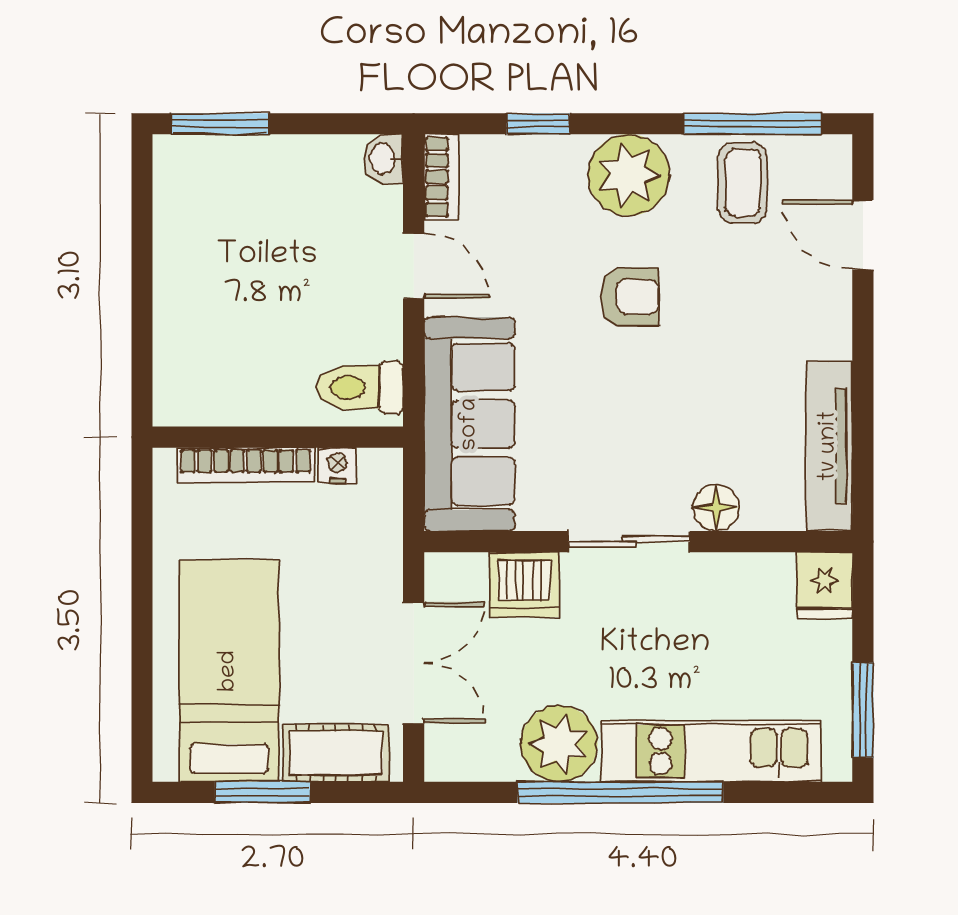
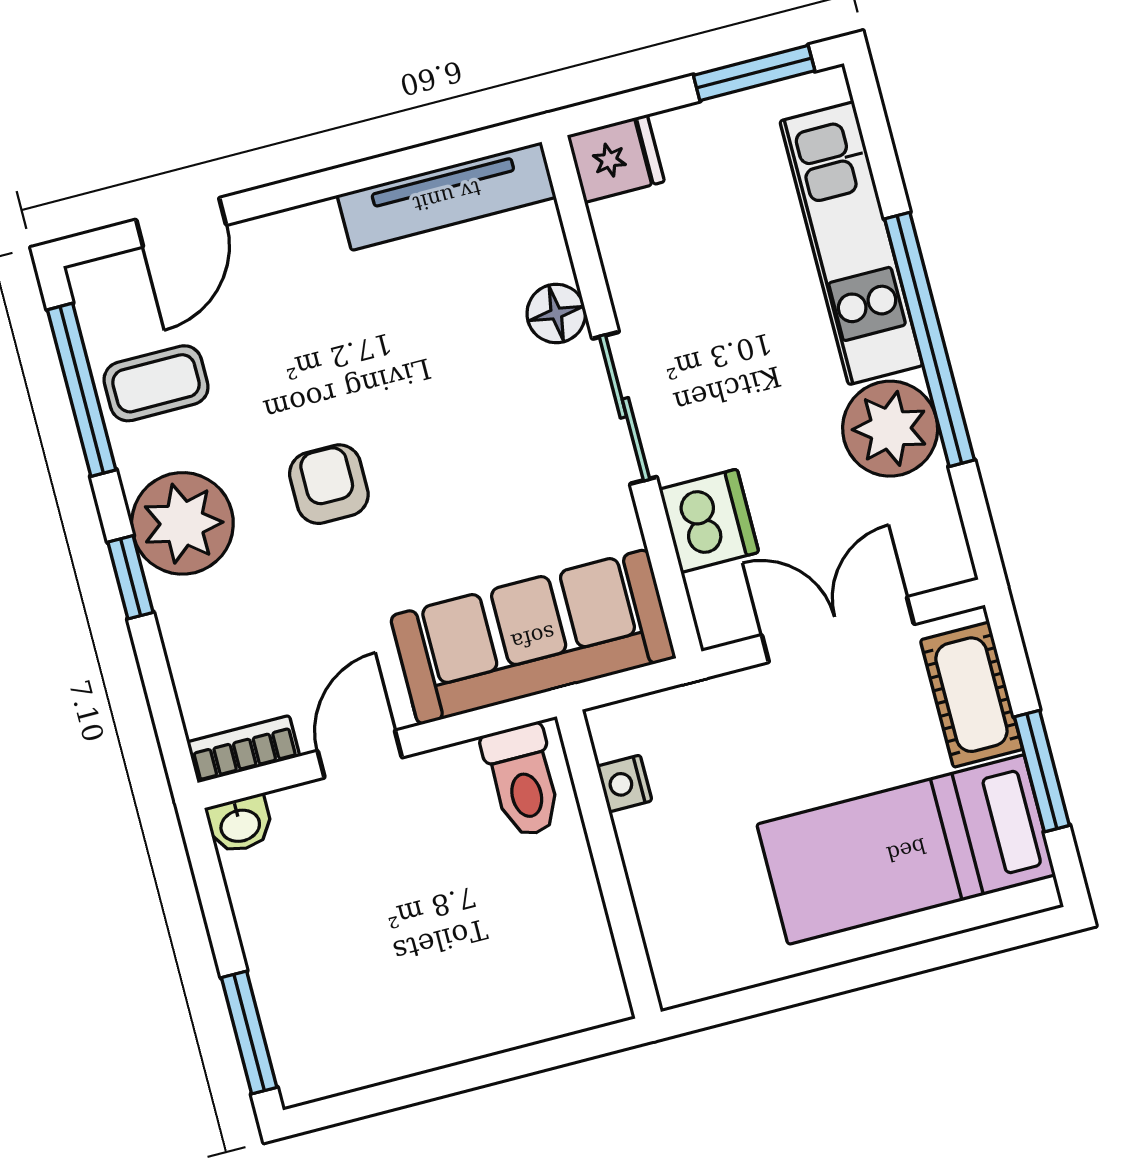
window: (538, 124) -> (131, 577), moved
bookcase: (246, 465) -> (653, 894), removed

